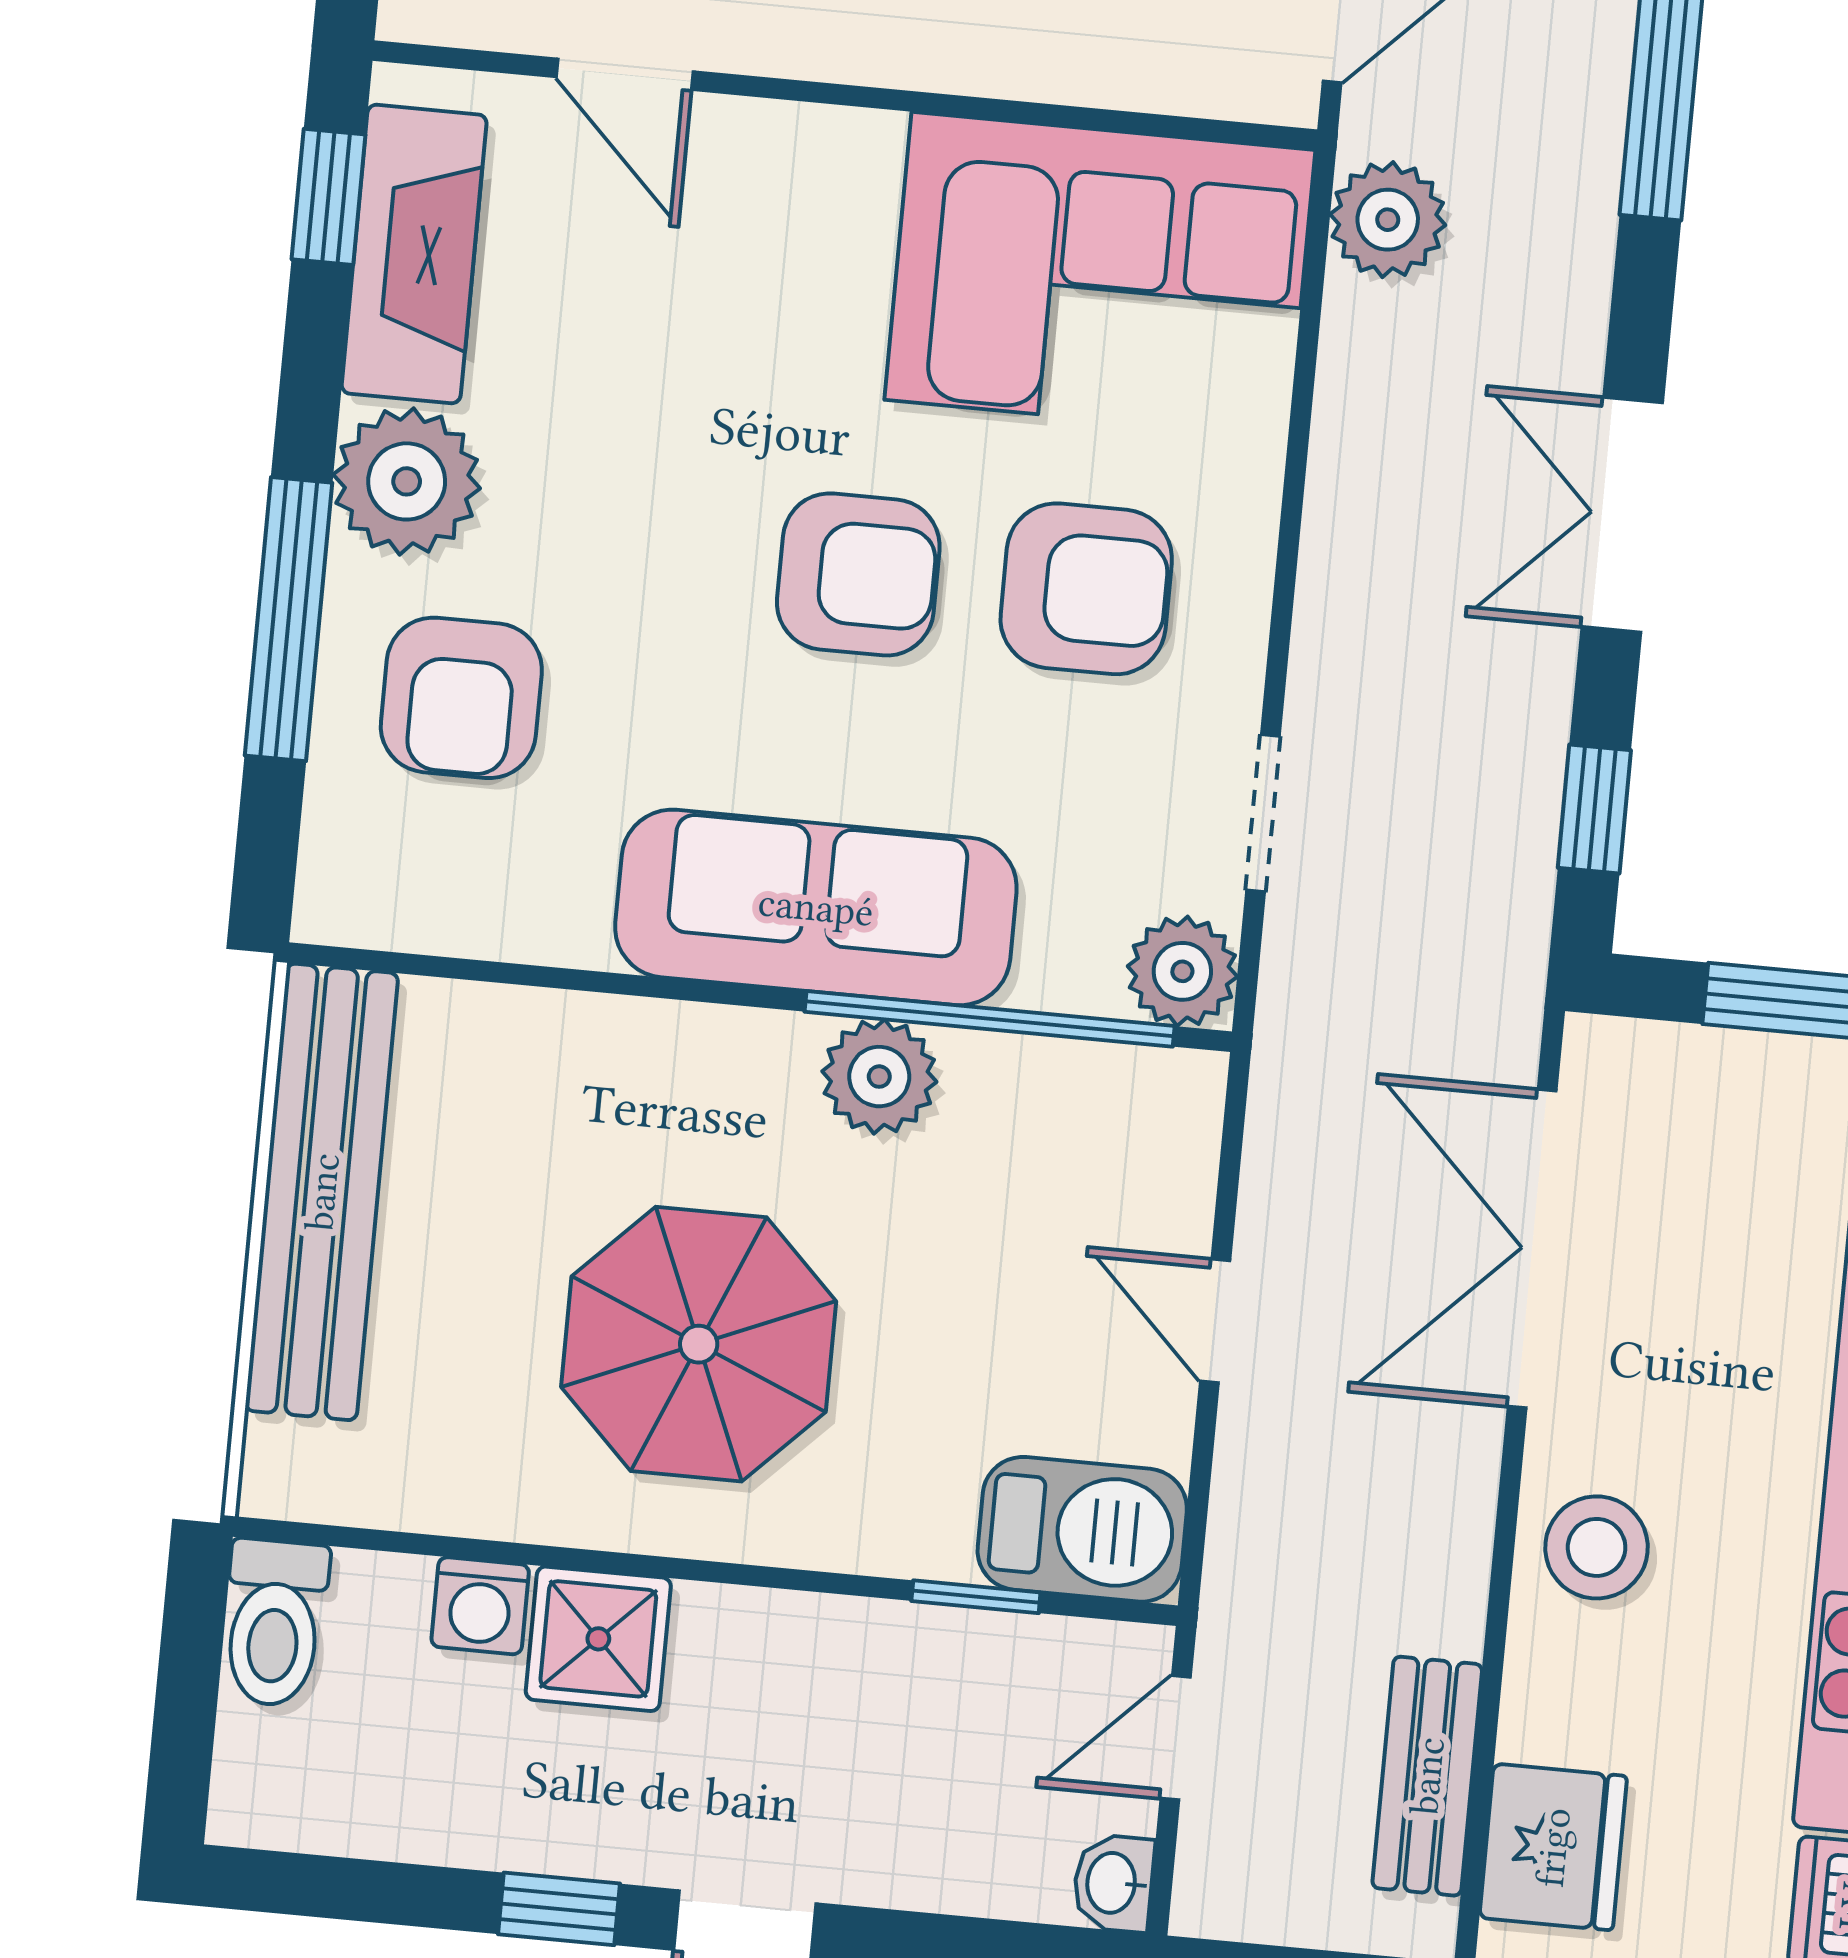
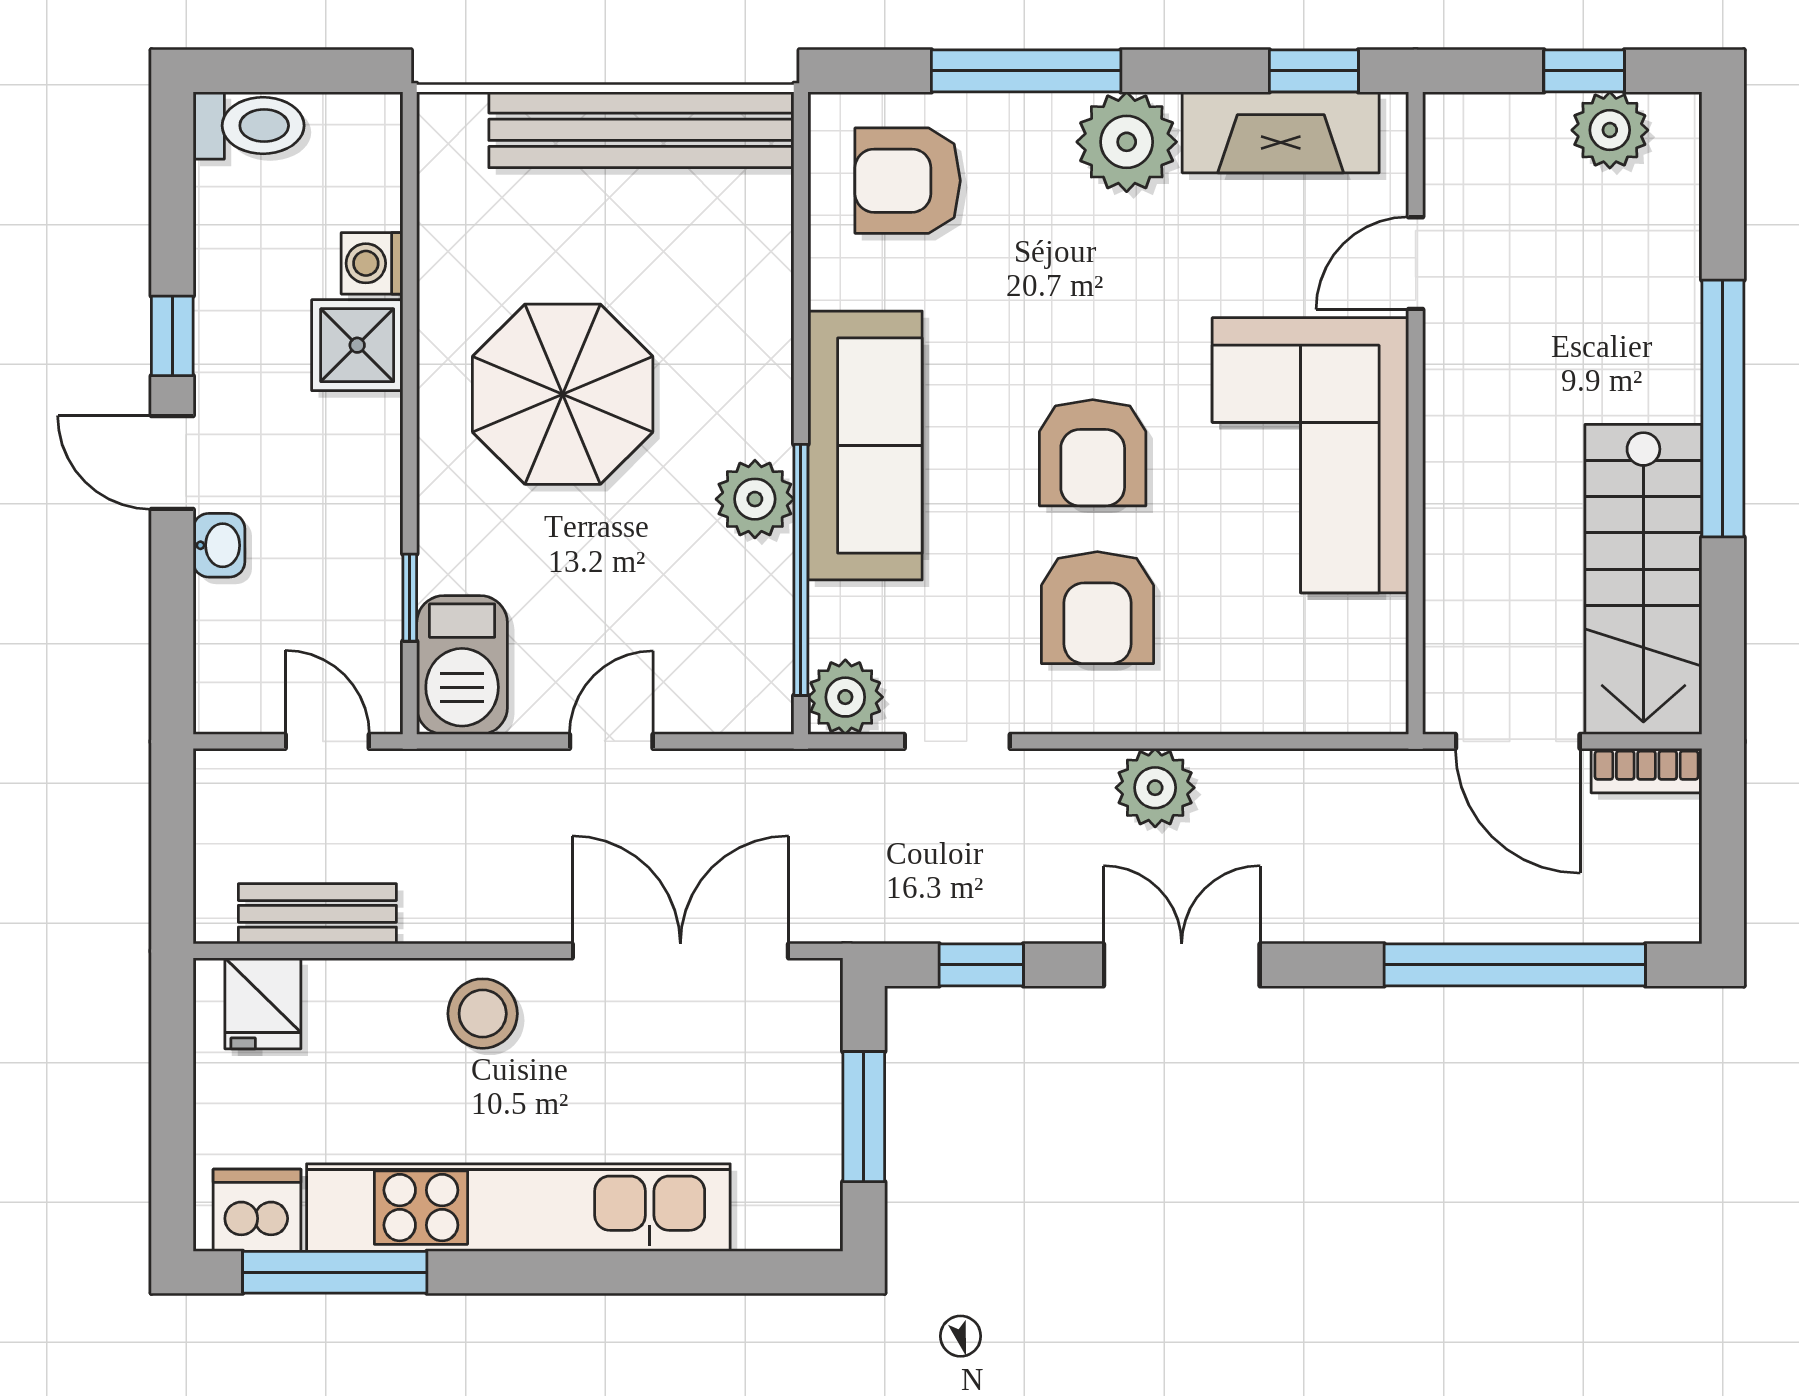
plant: (1388, 220) -> (1155, 788), moved
corner sofa: (1100, 275) -> (1310, 455), moved
armchair: (461, 698) -> (908, 181), moved
toilet: (275, 1623) -> (249, 126), moved, turned 180
fridge: (1553, 1847) -> (263, 1003), width x0.72
washbasin: (1113, 1883) -> (219, 545), moved, turned 90

